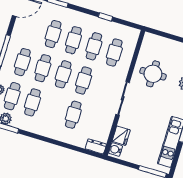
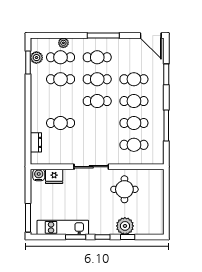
window: (105, 17) -> (166, 126), width x2.17
cafe table: (84, 81) -> (97, 123), removed
dresser: (96, 146) -> (36, 142), moved

